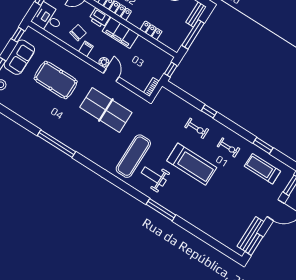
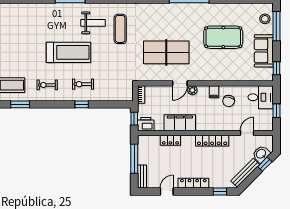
printer: (99, 18) -> (146, 124), moved
filing cabinet: (120, 33) -> (180, 123), moved
door: (111, 75) -> (180, 83), hinge flipped
pool table: (56, 80) -> (223, 37), moved
exercise mat: (133, 156) -> (120, 29), width x0.73, depth x0.69
treadmill: (192, 164) -> (69, 52), turned 180

